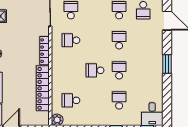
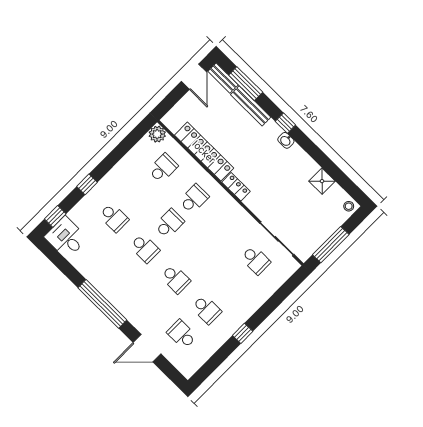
school desk: (71, 40) -> (194, 199), moved
locker: (44, 51) -> (236, 187), width x0.66
window: (167, 64) -> (102, 304), width x2.11

